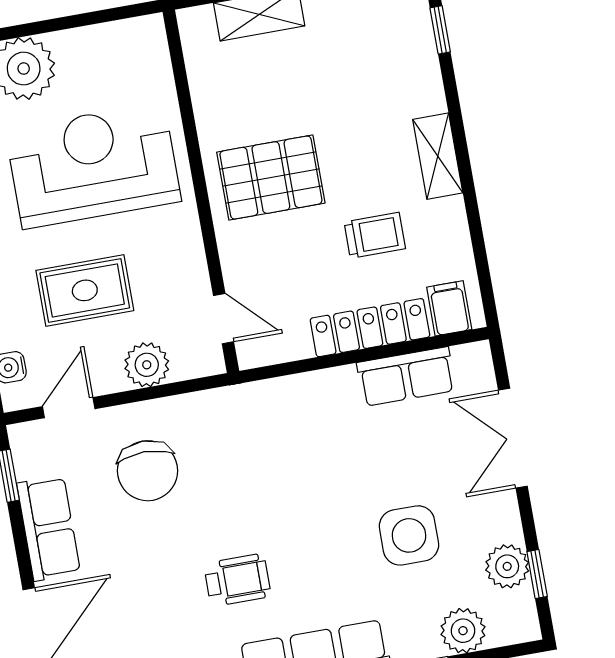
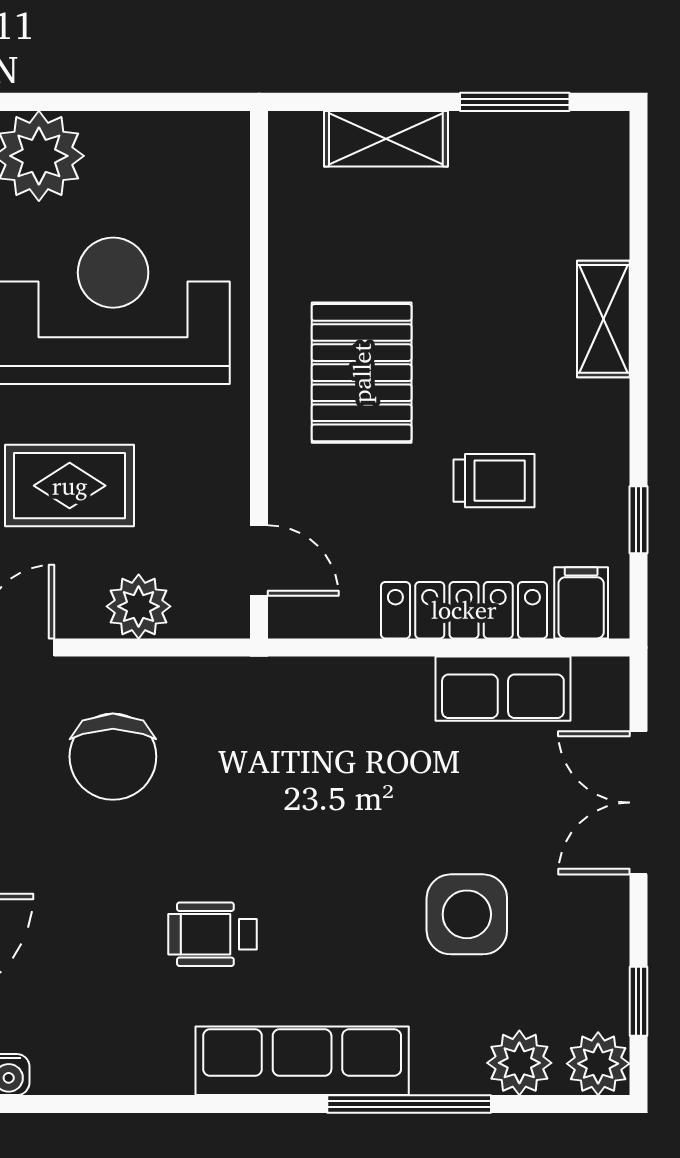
window: (440, 30) -> (639, 520), moved
shelving: (438, 156) -> (603, 319), moved
pallet: (271, 178) -> (362, 373), turned 90
plant: (507, 566) -> (598, 1064), moved
wheelchair: (237, 580) -> (213, 934), turned 180

